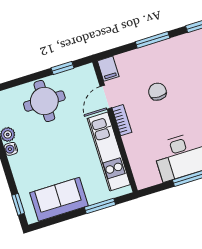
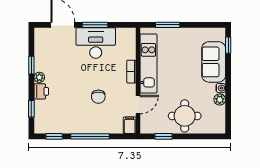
window: (153, 40) -> (90, 136), width x1.44
bookcase: (122, 120) -> (131, 72), moved
sofa: (59, 199) -> (214, 62), moved, turned 90

